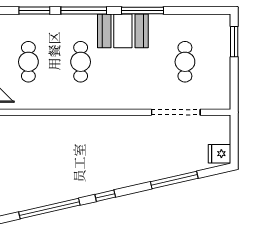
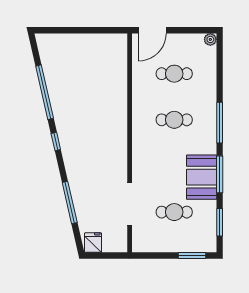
window: (34, 10) -> (220, 222), moved
booth: (123, 31) -> (202, 177), moved

